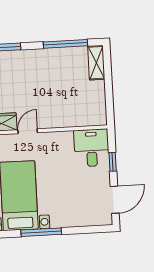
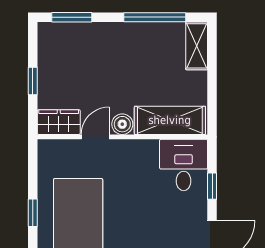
shelving: (80, 117) -> (170, 120), added
boiler: (46, 121) -> (122, 124), added

